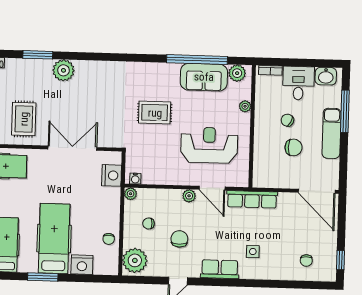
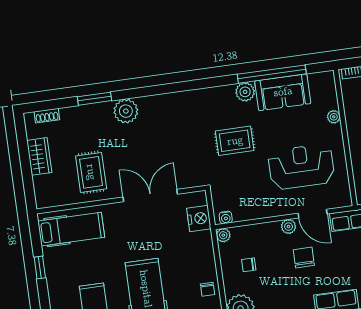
plant: (237, 73) -> (245, 92), moved
chair: (179, 239) -> (304, 257), moved

